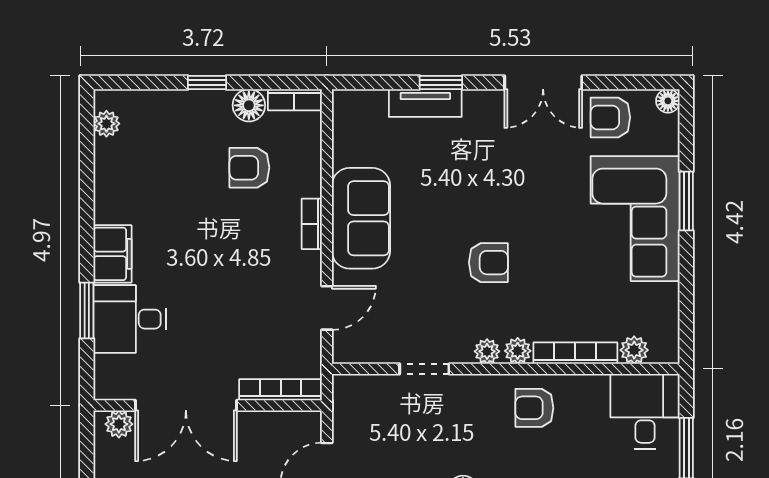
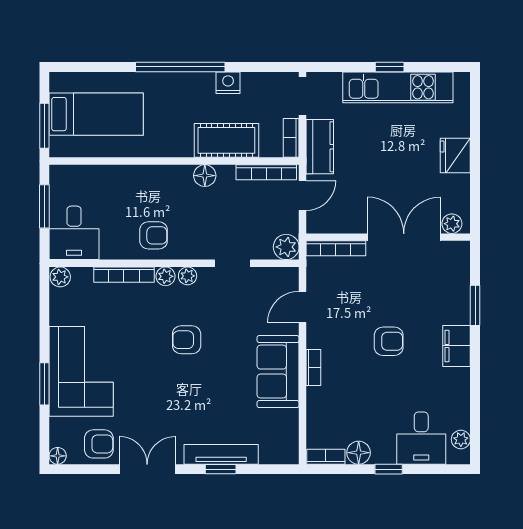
tv unit: (425, 103) -> (221, 454), width x1.41
armchair: (249, 168) -> (389, 341), moved
desk: (130, 319) -> (421, 438), moved, turned 90
plant: (634, 350) -> (60, 277), moved
plant: (350, 392) -> (286, 247), added

